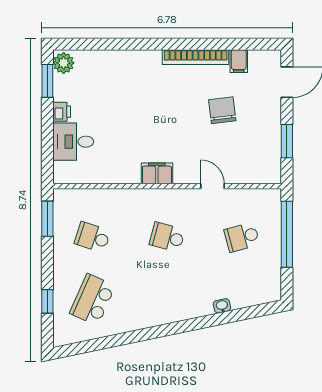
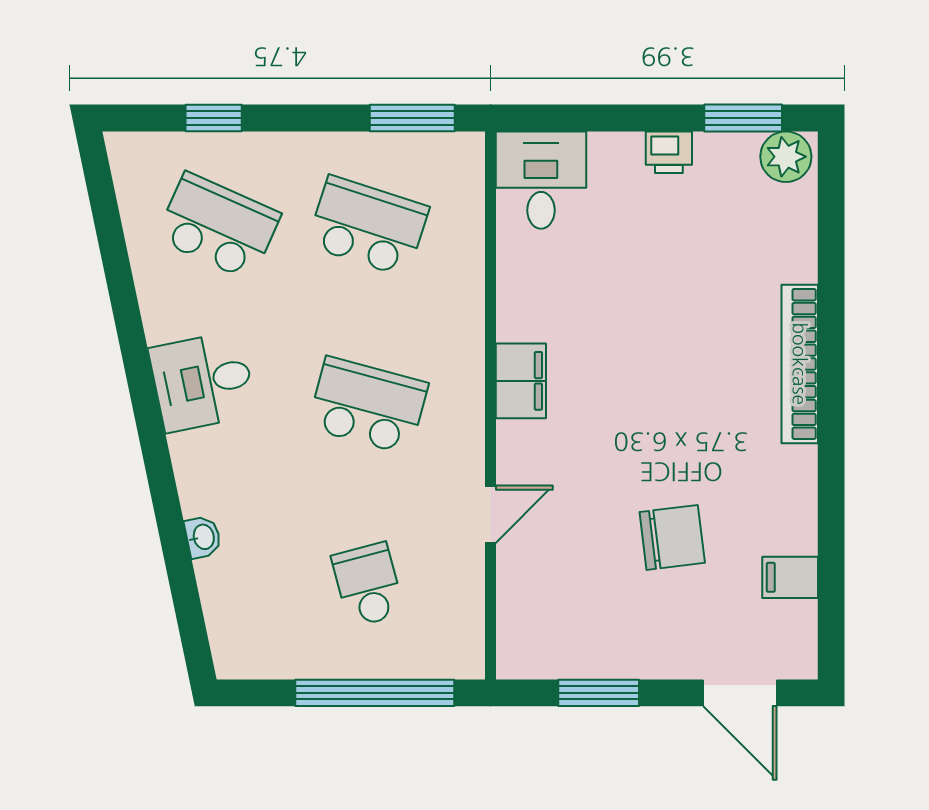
bookcase: (196, 57) -> (800, 364), moved
desk: (73, 142) -> (541, 180), moved
school desk: (92, 237) -> (368, 226), width x1.85
school desk: (167, 237) -> (368, 405), width x1.85
desk: (157, 306) -> (203, 381), added

